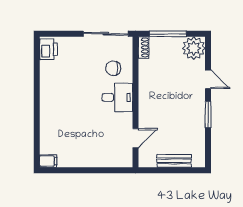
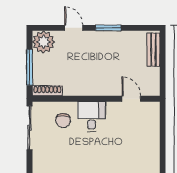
shoe rack: (144, 47) -> (47, 91), width x1.43
door: (208, 79) -> (74, 28), hinge flipped
bench: (174, 161) -> (153, 50), moved

